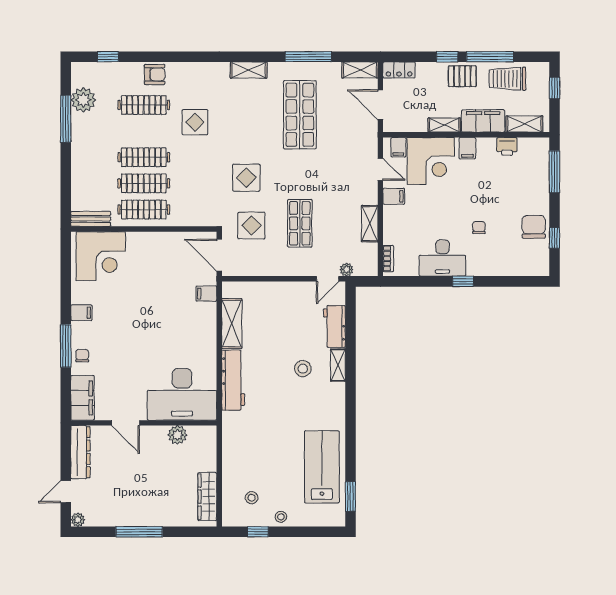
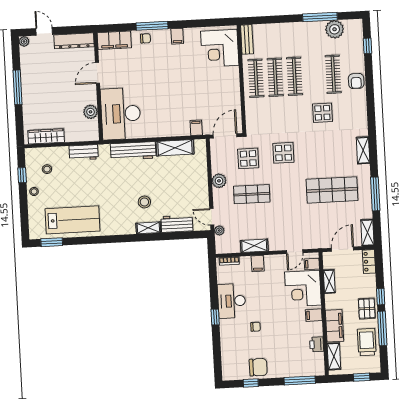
shelving: (444, 125) -> (329, 281), moved
filing cabinet: (394, 196) -> (258, 264), moved
plant: (280, 267) -> (219, 181), added
workbench: (232, 447) -> (84, 152), added

